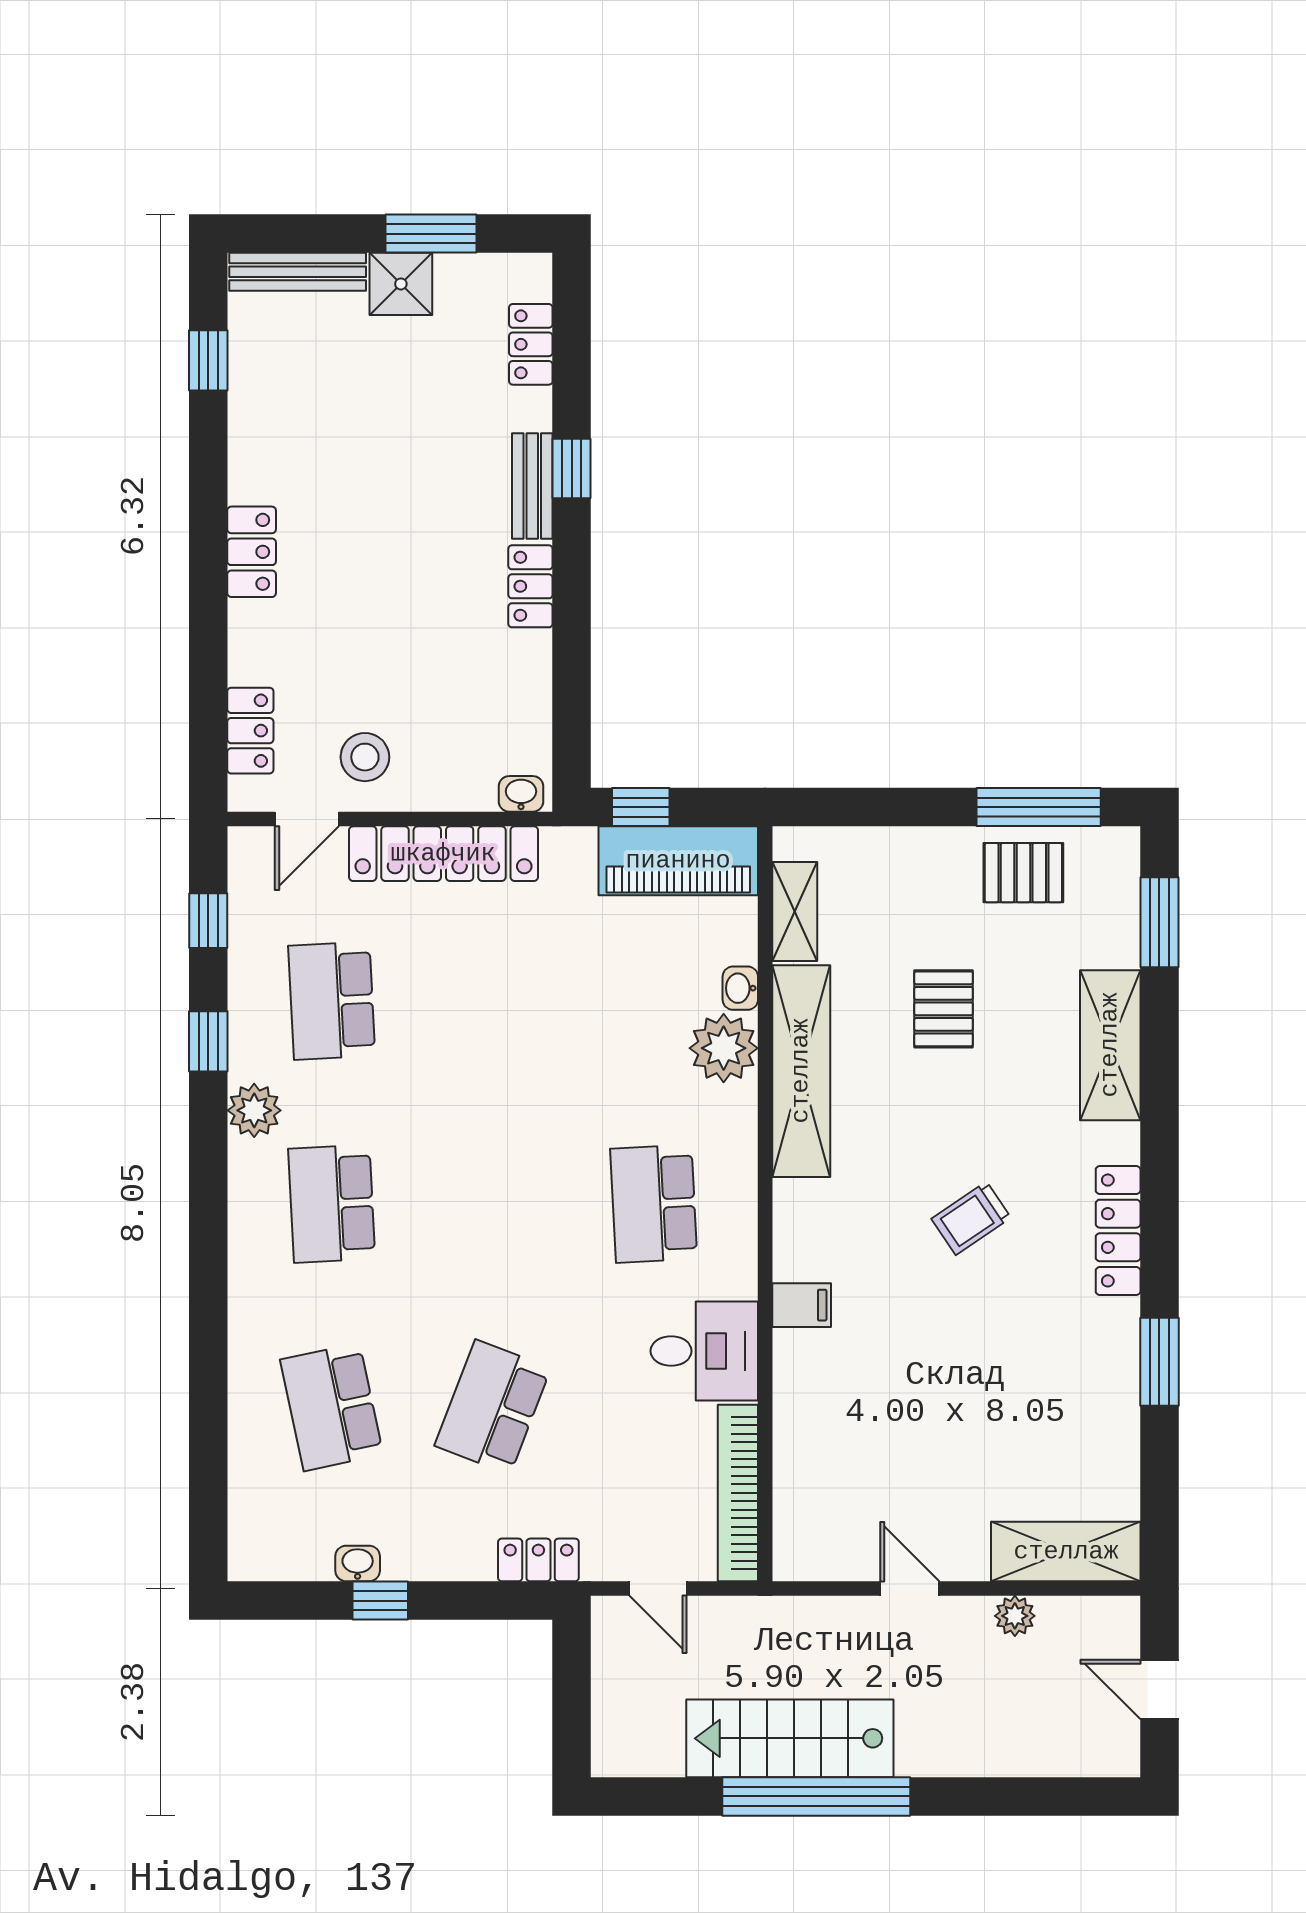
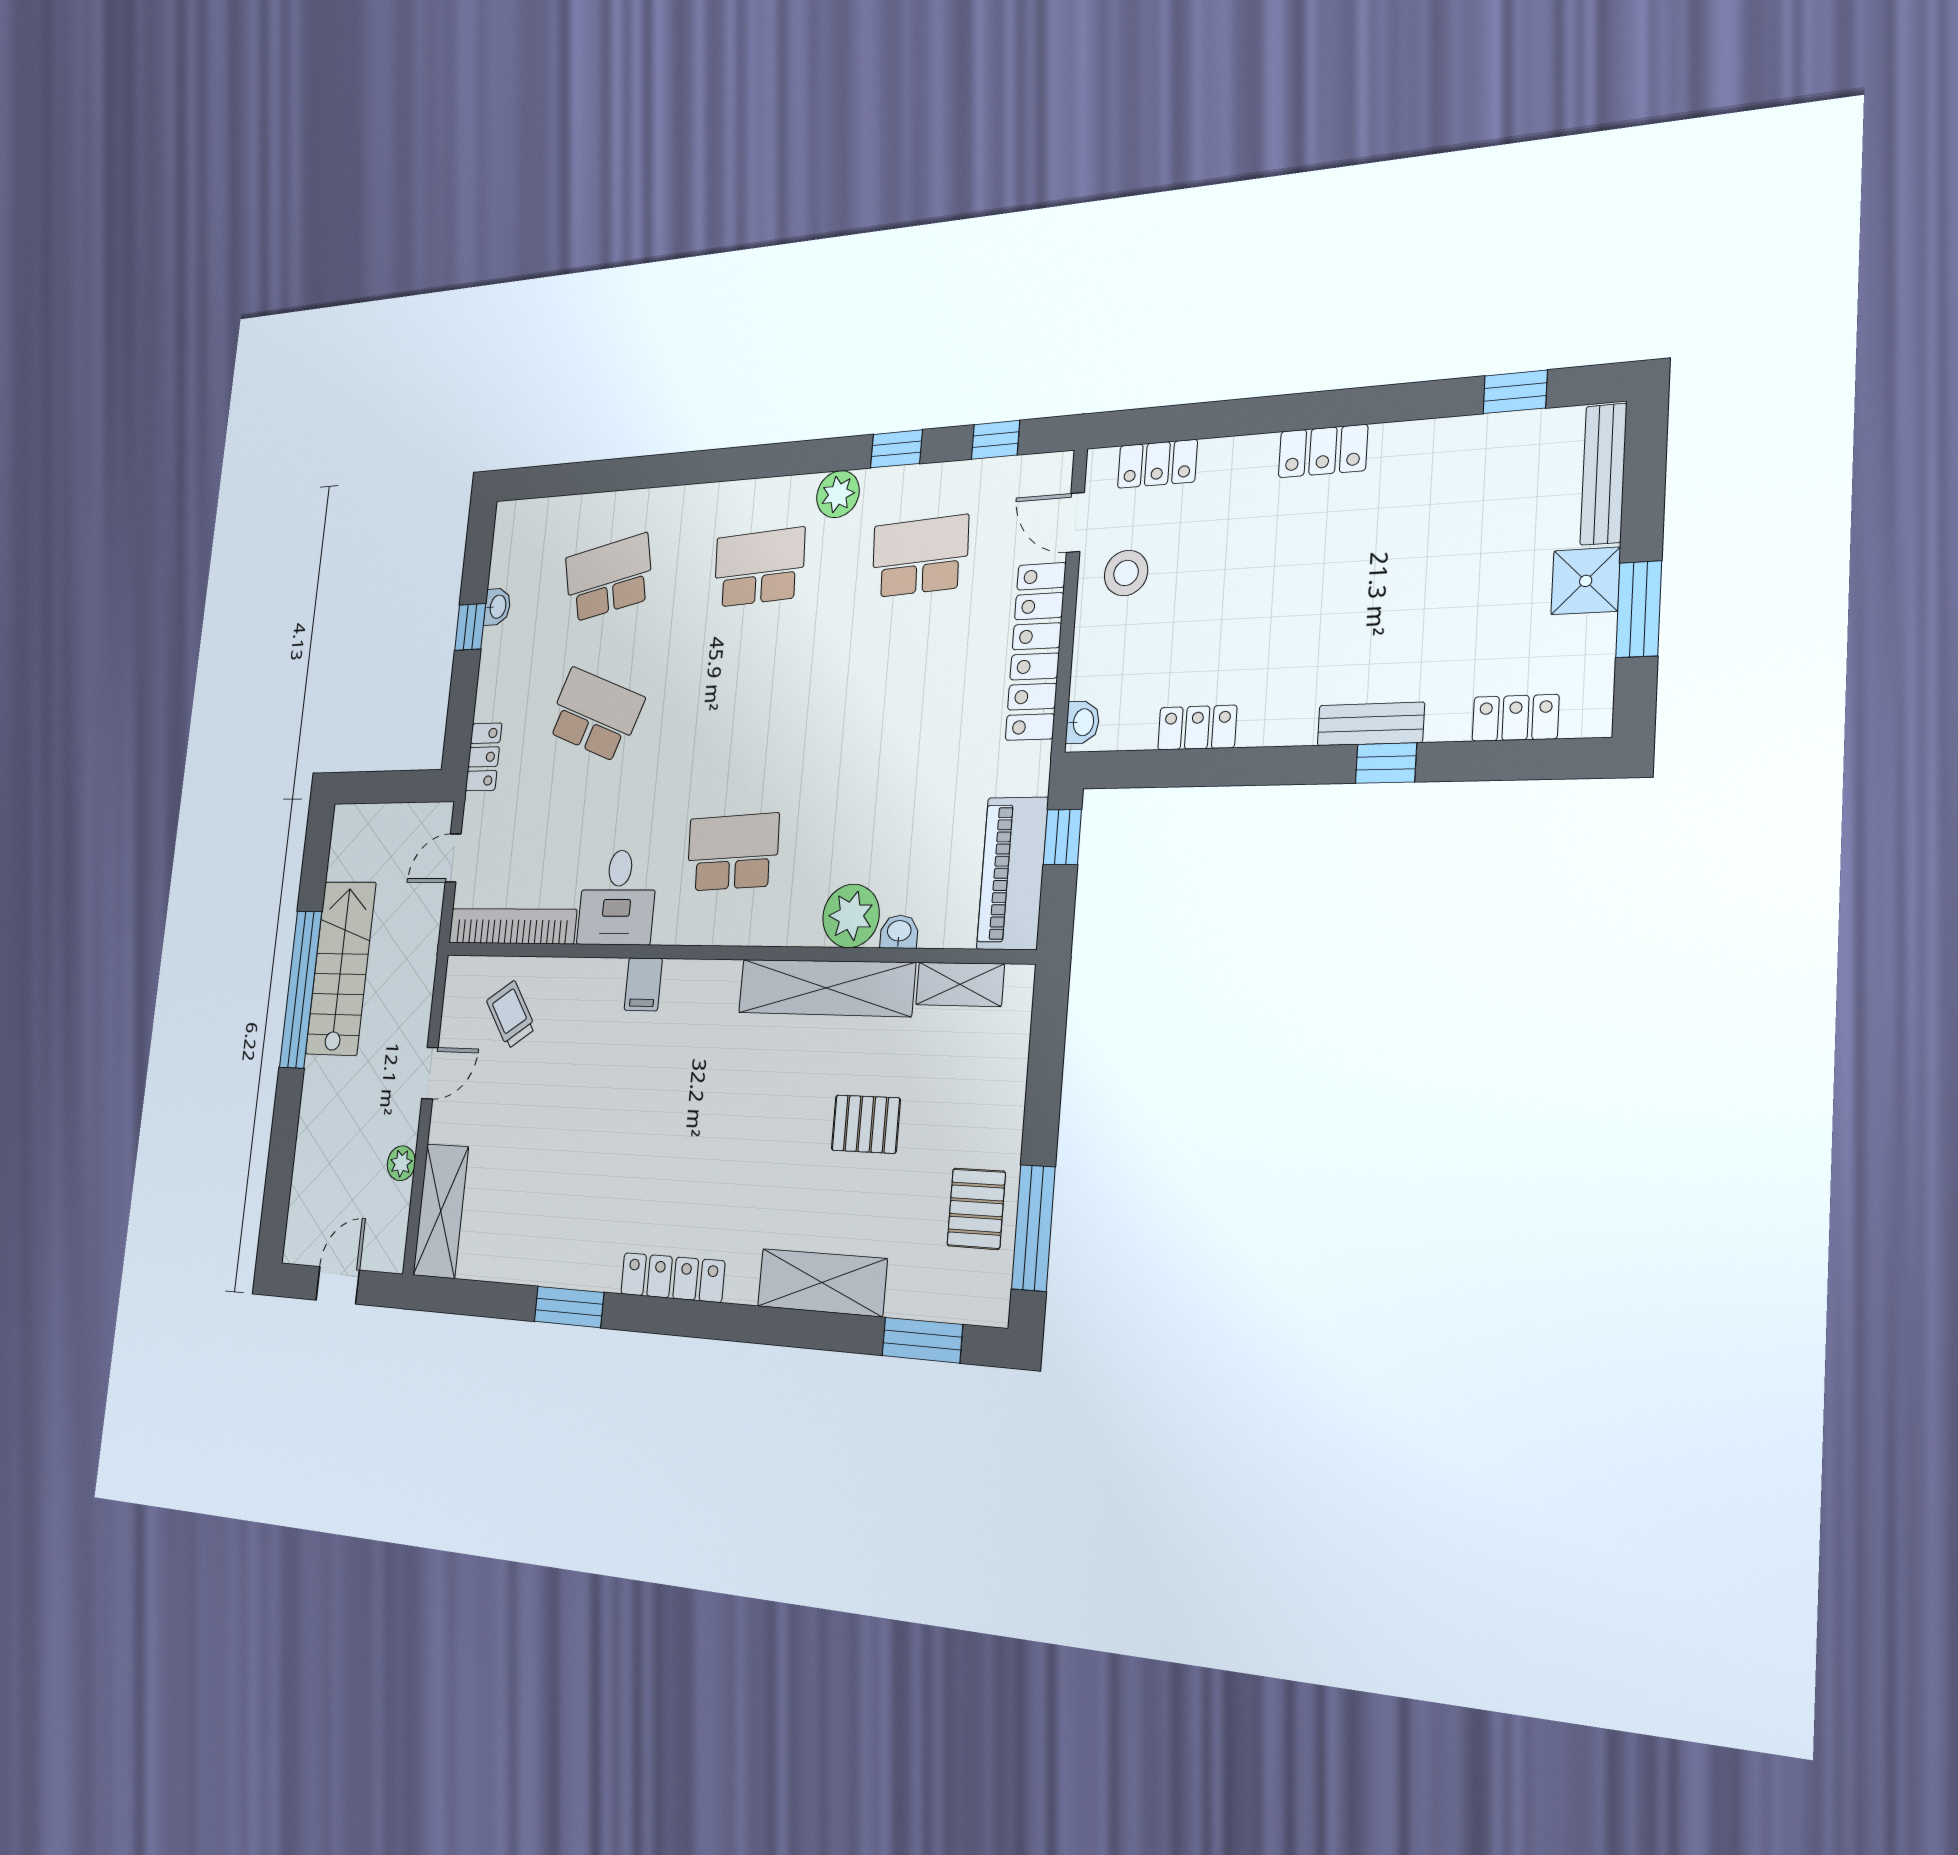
locker: (530, 586) -> (1197, 728), moved
trolley: (971, 1218) -> (511, 1015), moved

